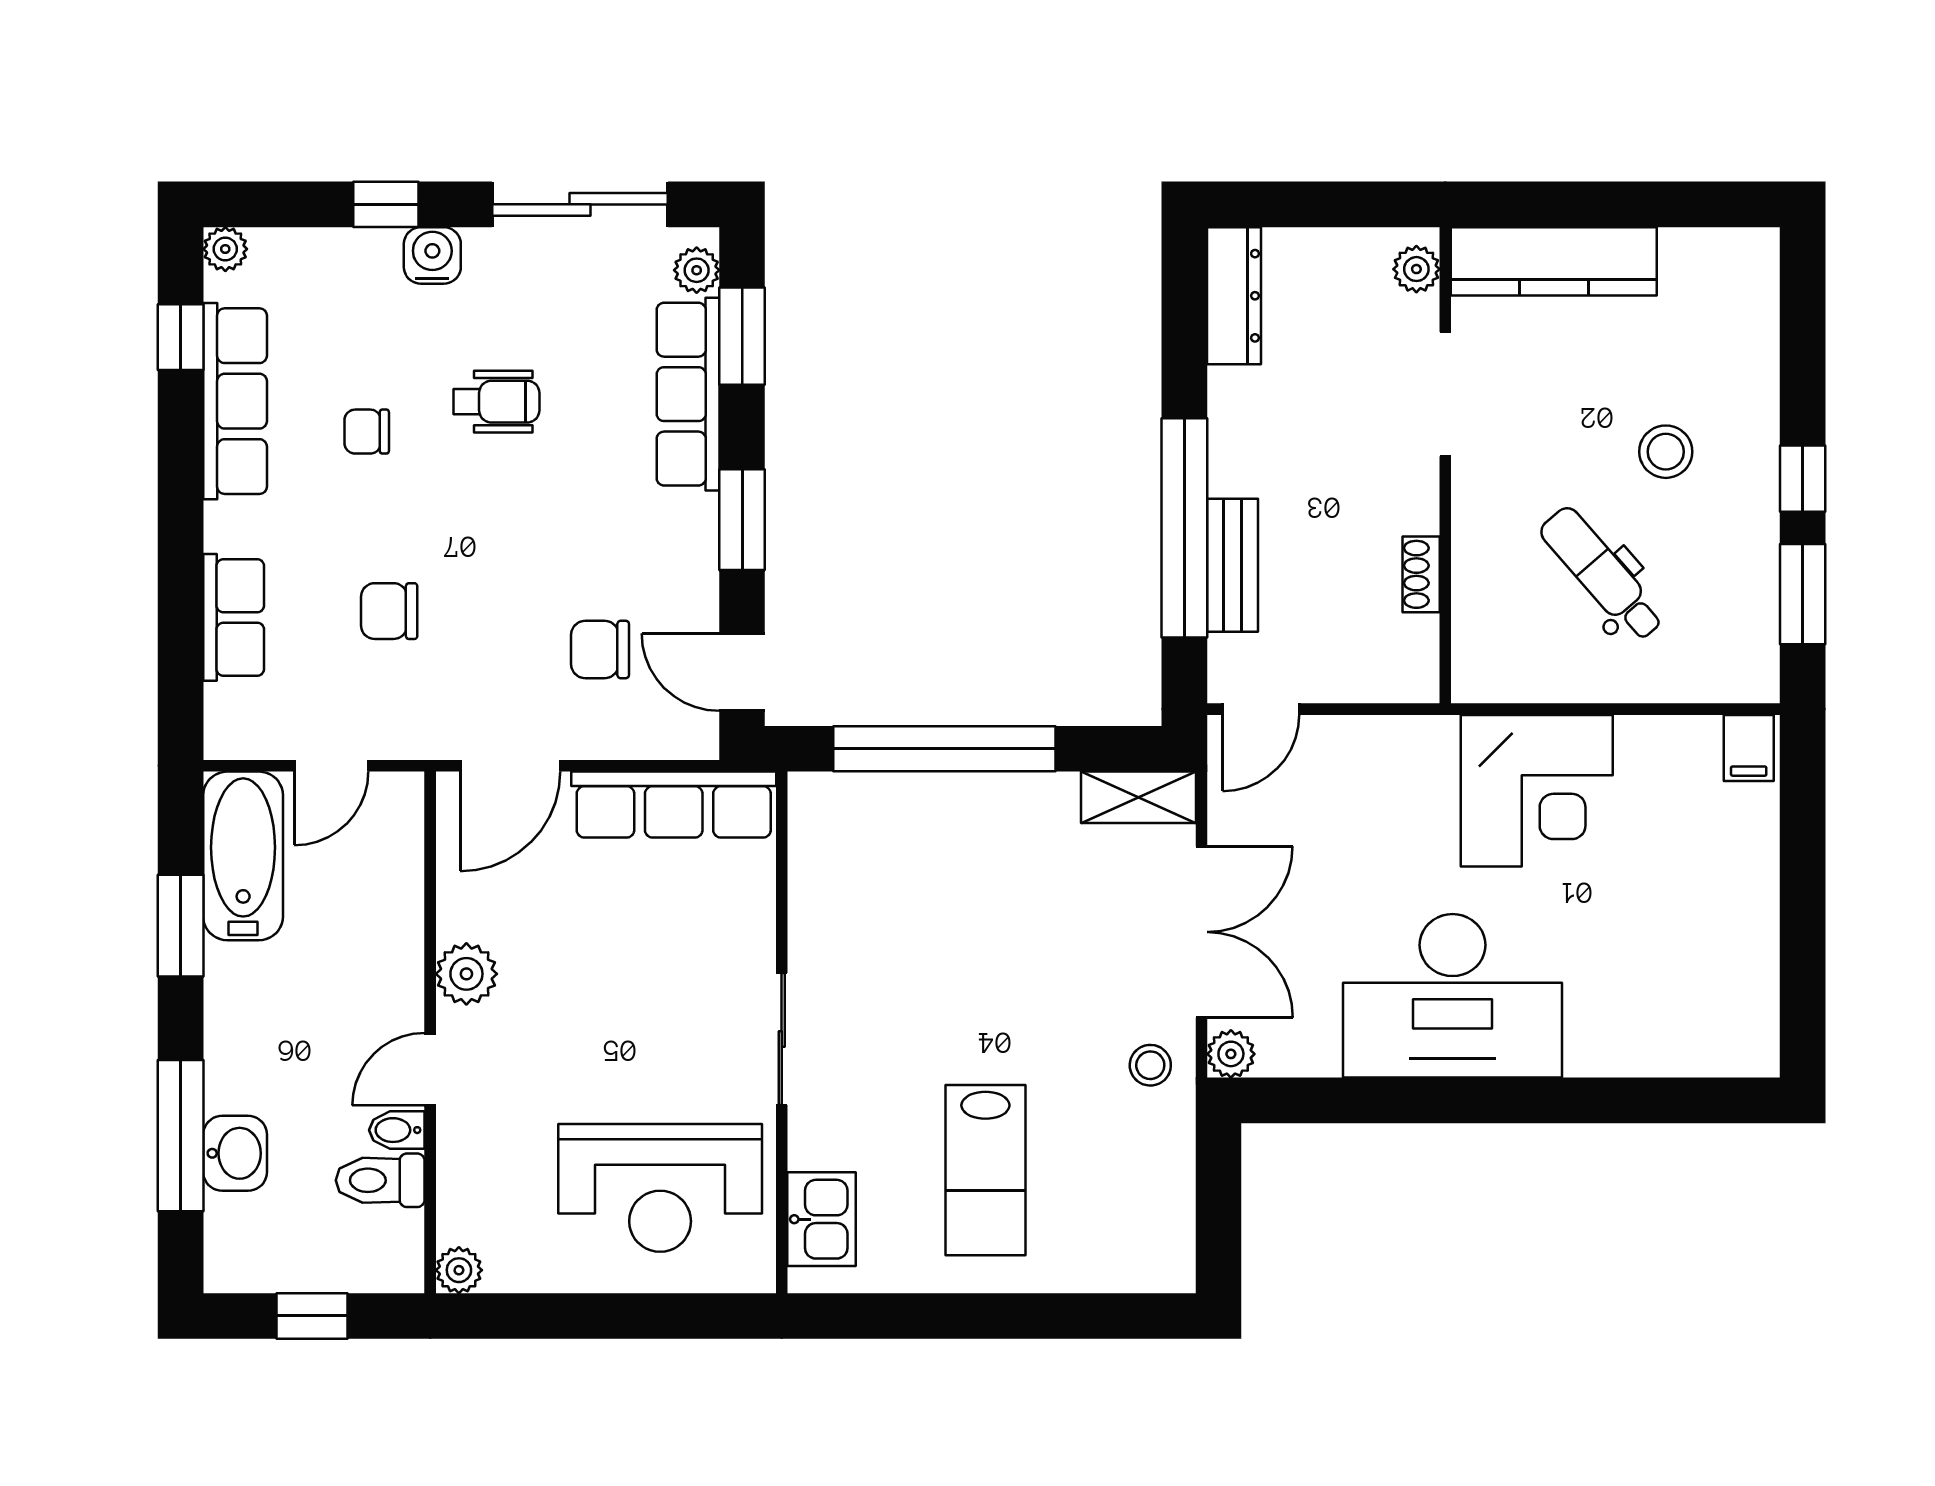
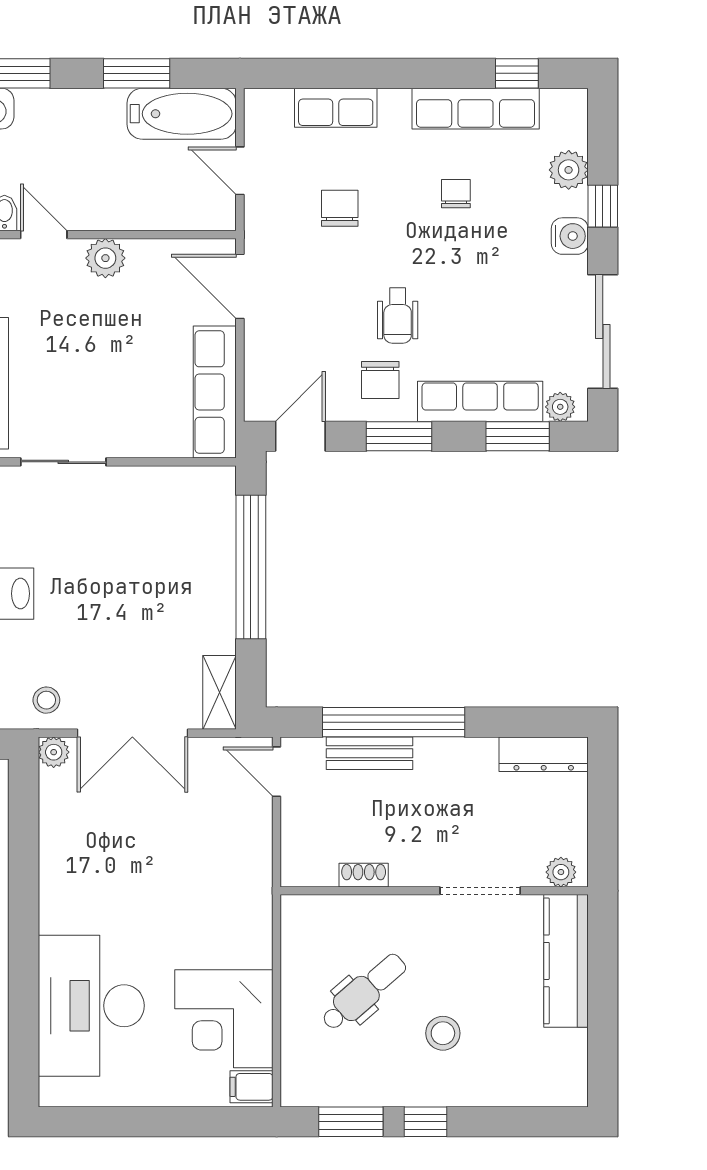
plant: (225, 249) -> (569, 170), moved, width x1.38, depth x1.38
wheelchair: (496, 402) -> (398, 316), moved
chair: (600, 649) -> (380, 380), moved, turned 180
corner desk: (1537, 791) -> (224, 1019), moved
desk: (1453, 996) -> (91, 1006), moved

